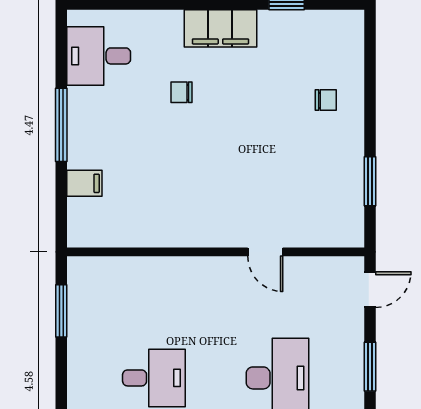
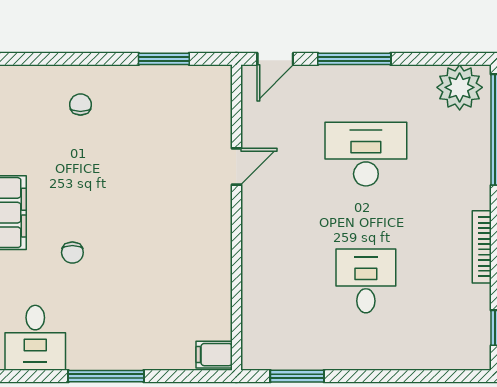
filing cabinet: (84, 183) -> (214, 355), moved, turned -90
door: (370, 290) -> (275, 59), swing flipped
window: (370, 367) -> (354, 59), width x1.44

